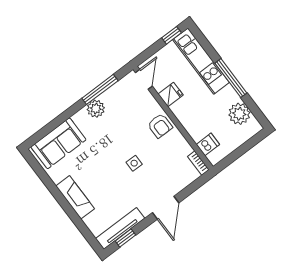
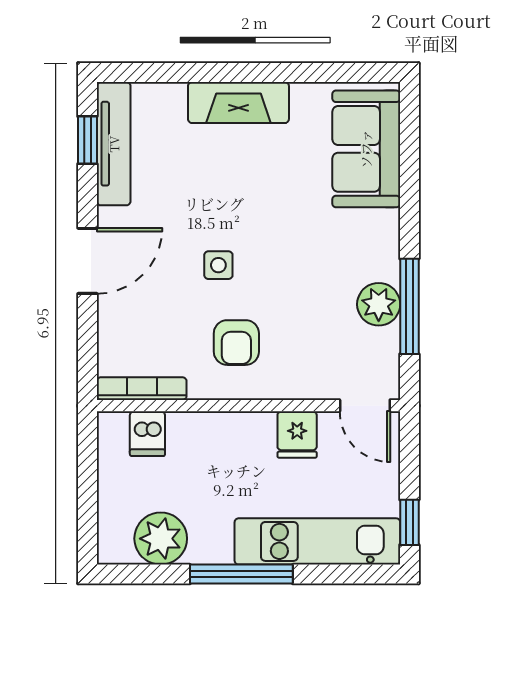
plant: (96, 109) -> (379, 304), moved
armchair: (160, 126) -> (236, 343), moved, turned -90
bookcase: (198, 163) -> (142, 389), width x1.56
door: (166, 208) -> (87, 261), swing flipped

